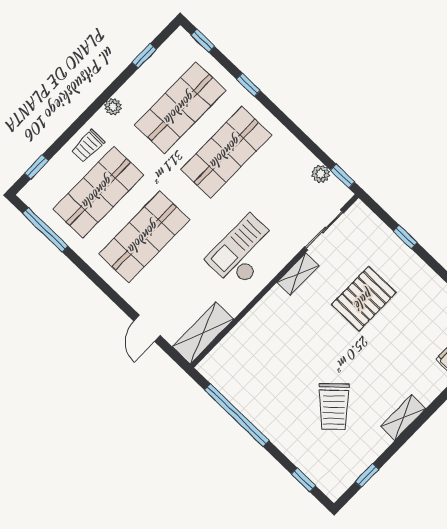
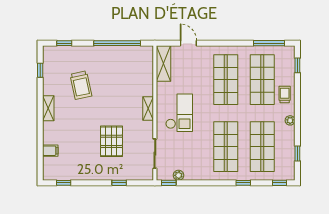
shelving: (298, 274) -> (148, 108), moved
trolley: (334, 407) -> (81, 85), turned -149

